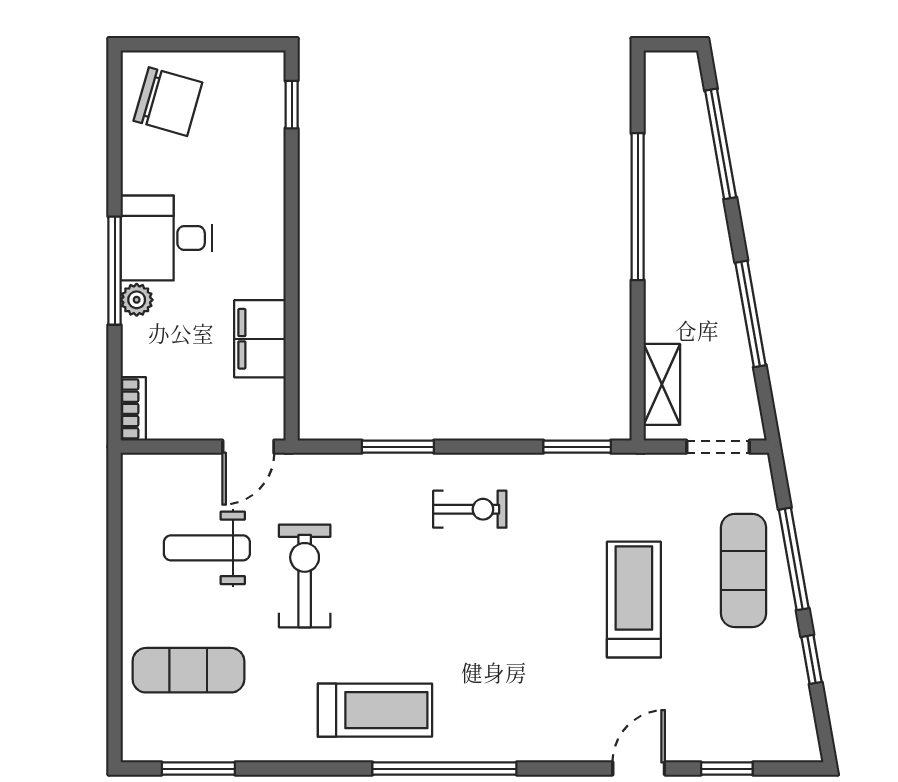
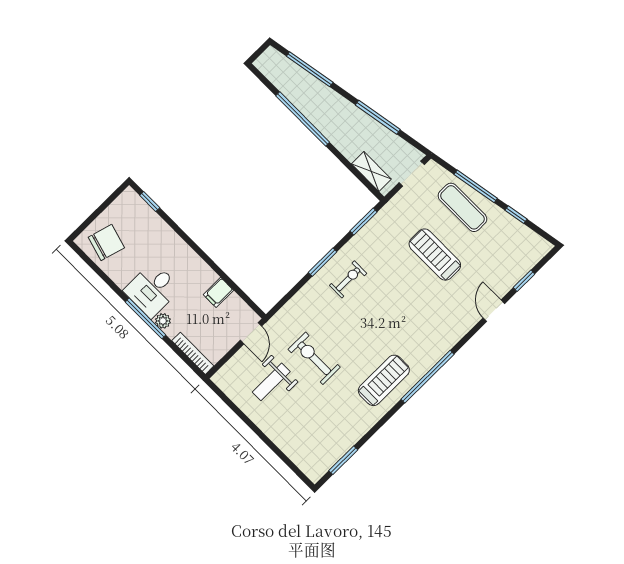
filing cabinet: (260, 339) -> (218, 292), width x0.50
bookcase: (133, 409) -> (193, 353), width x1.56
window: (398, 447) -> (323, 262), moved
exercise mat: (188, 670) -> (306, 430), removed

